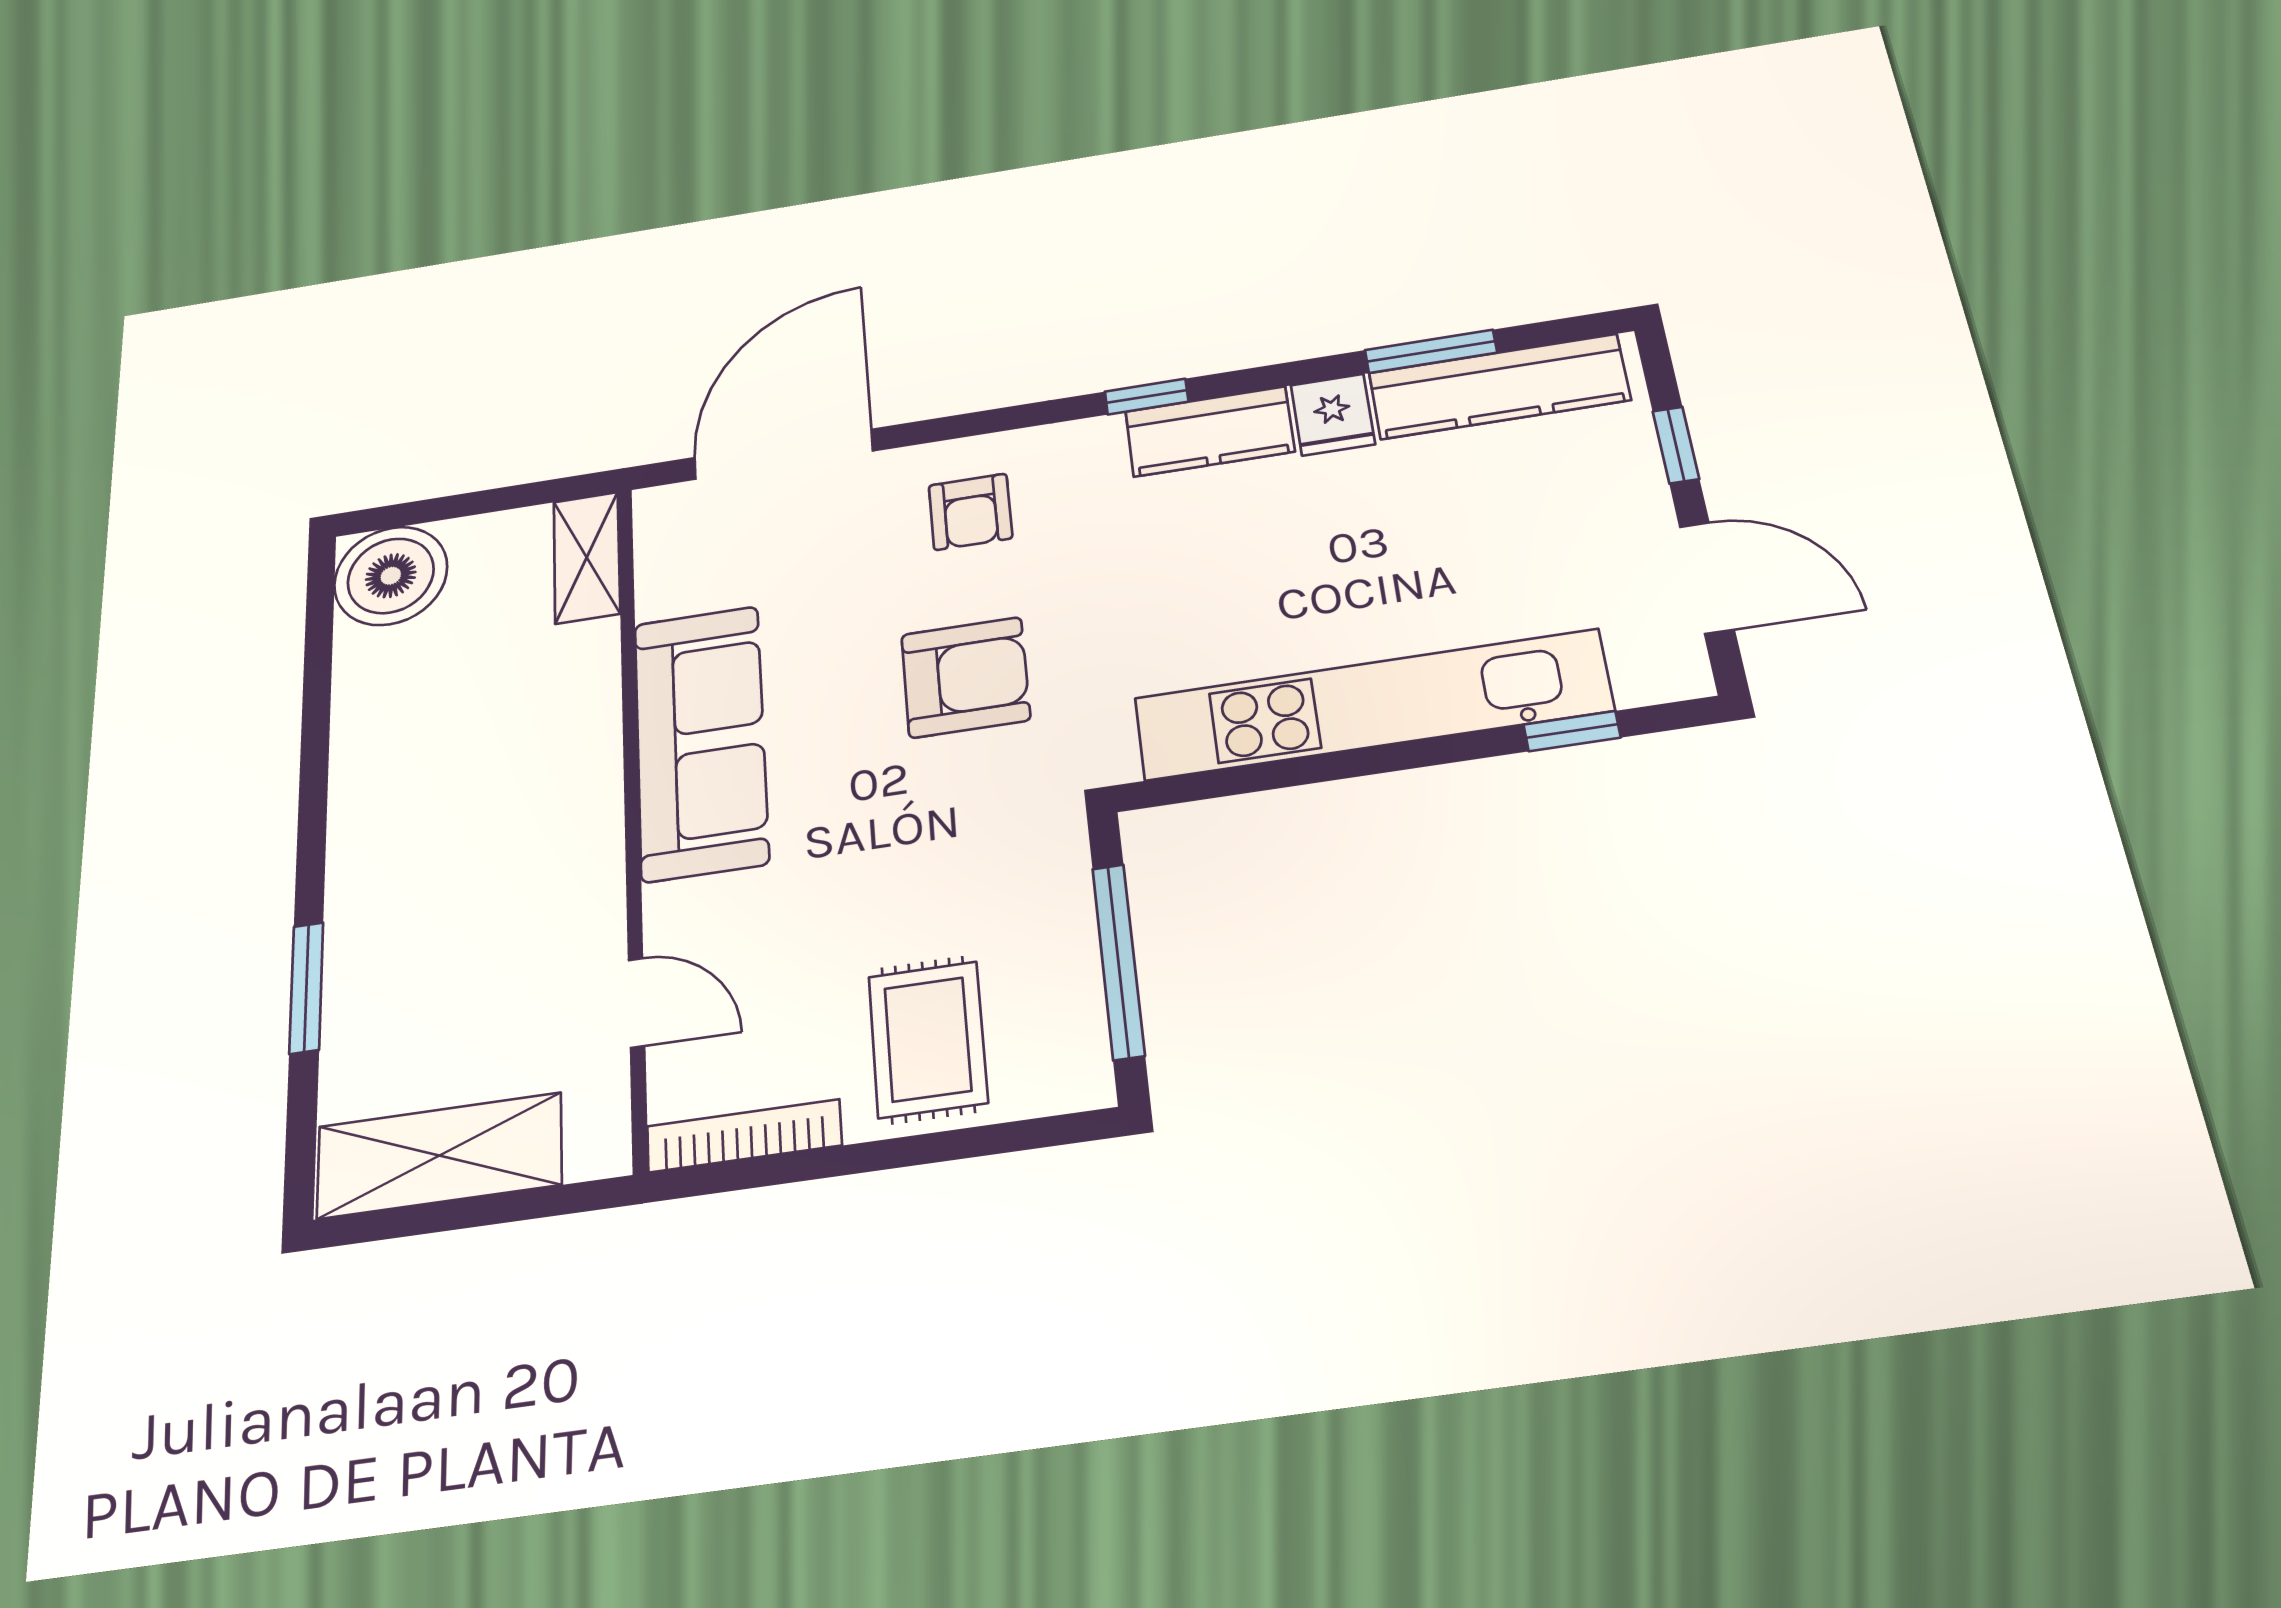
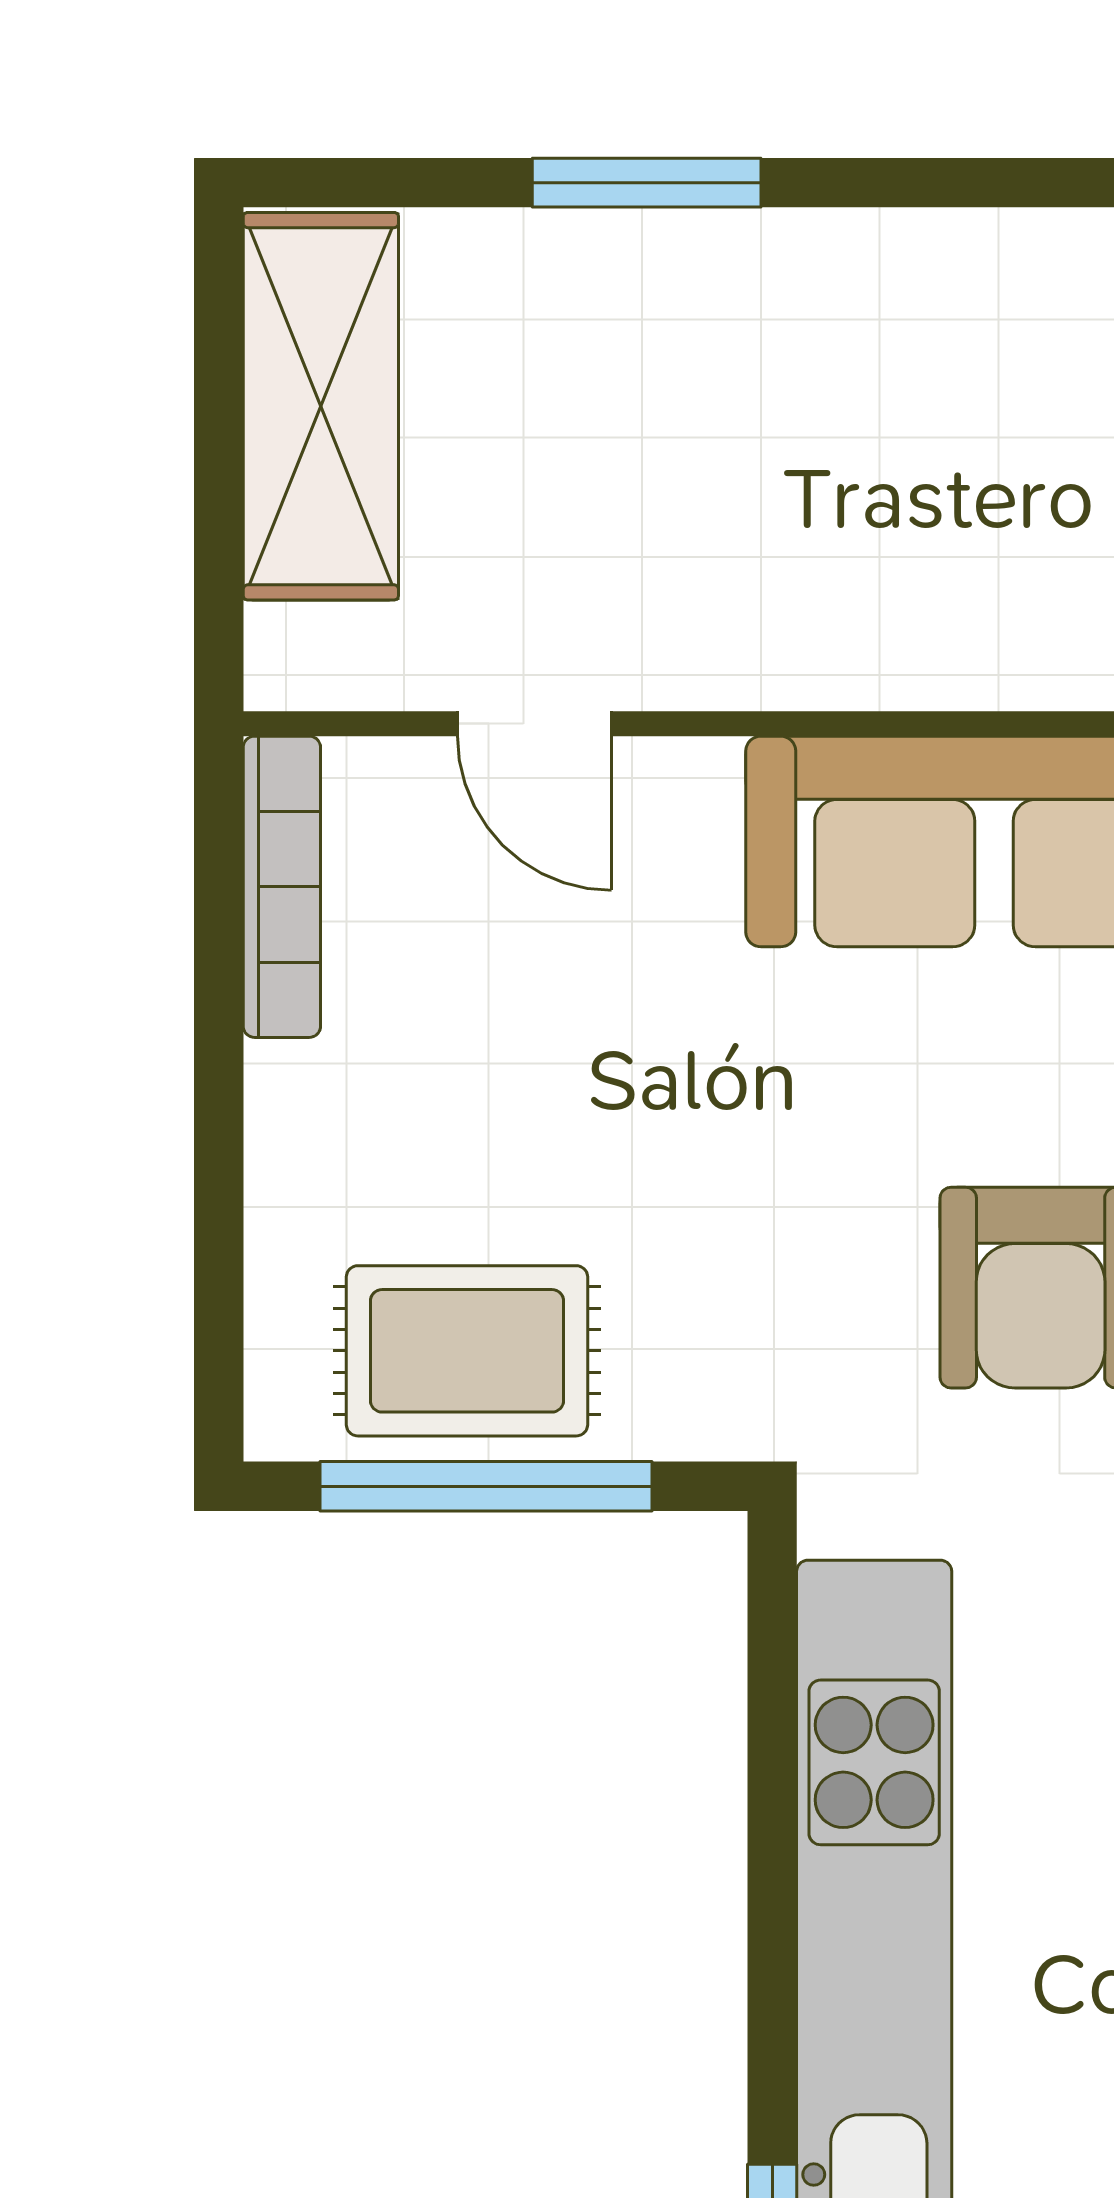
door: (637, 1003) -> (534, 724), hinge flipped
rug: (928, 1039) -> (467, 1351), moved

